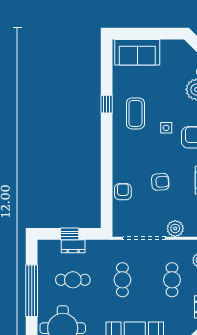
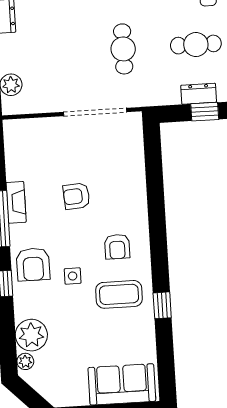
coffee table: (135, 113) -> (119, 294), turned 90
armchair: (123, 192) -> (117, 247), moved
plant: (175, 228) -> (50, 129), removed
cafe table: (172, 280) -> (50, 53), removed

